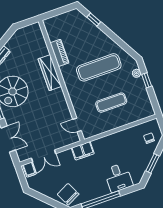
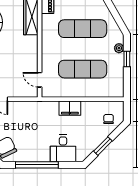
exercise mat: (111, 103) -> (83, 69), width x1.36, depth x1.45
filing cabinet: (83, 151) -> (70, 108), moved

